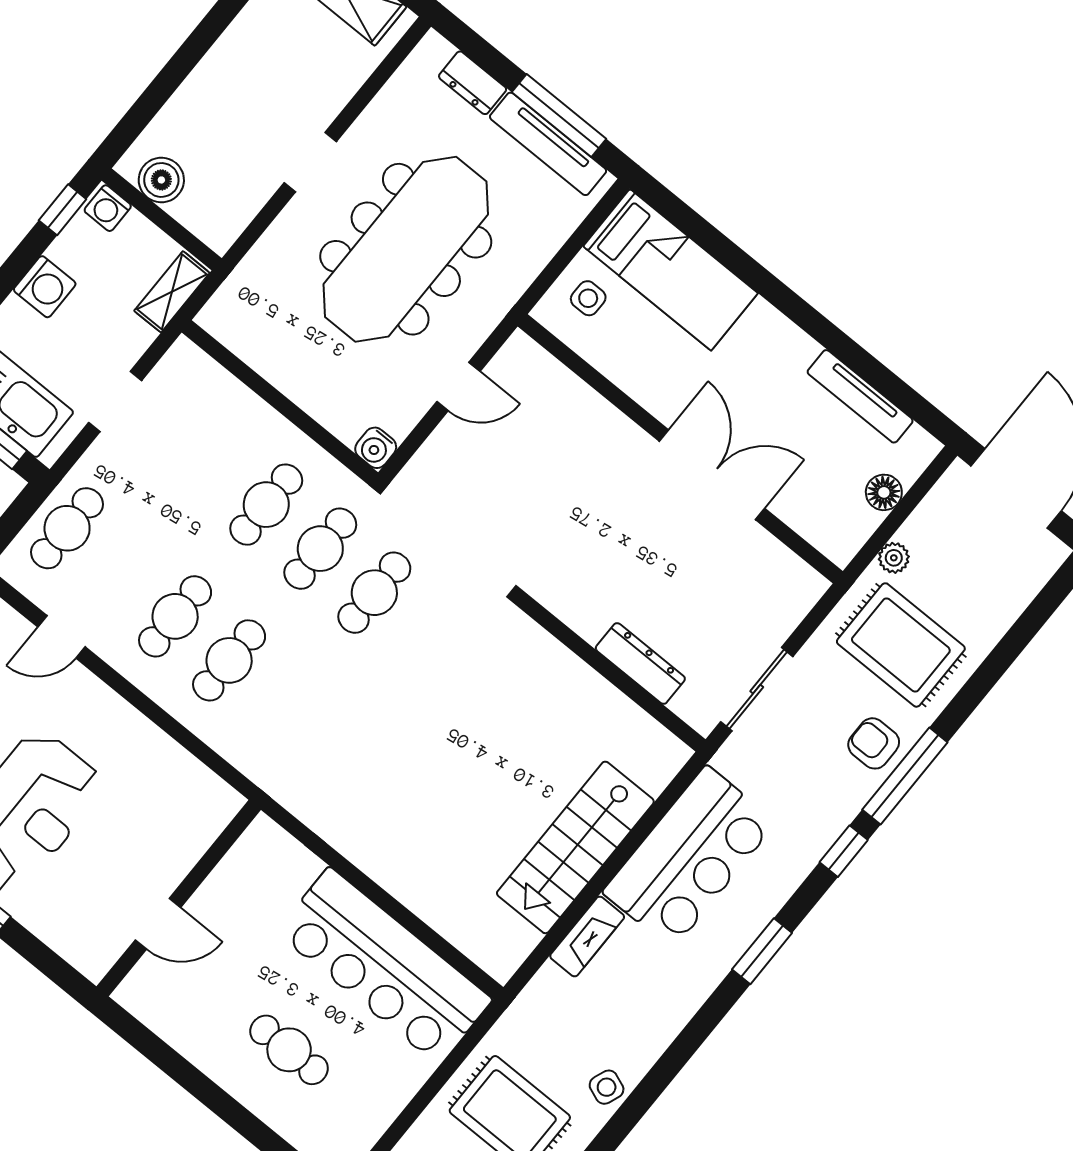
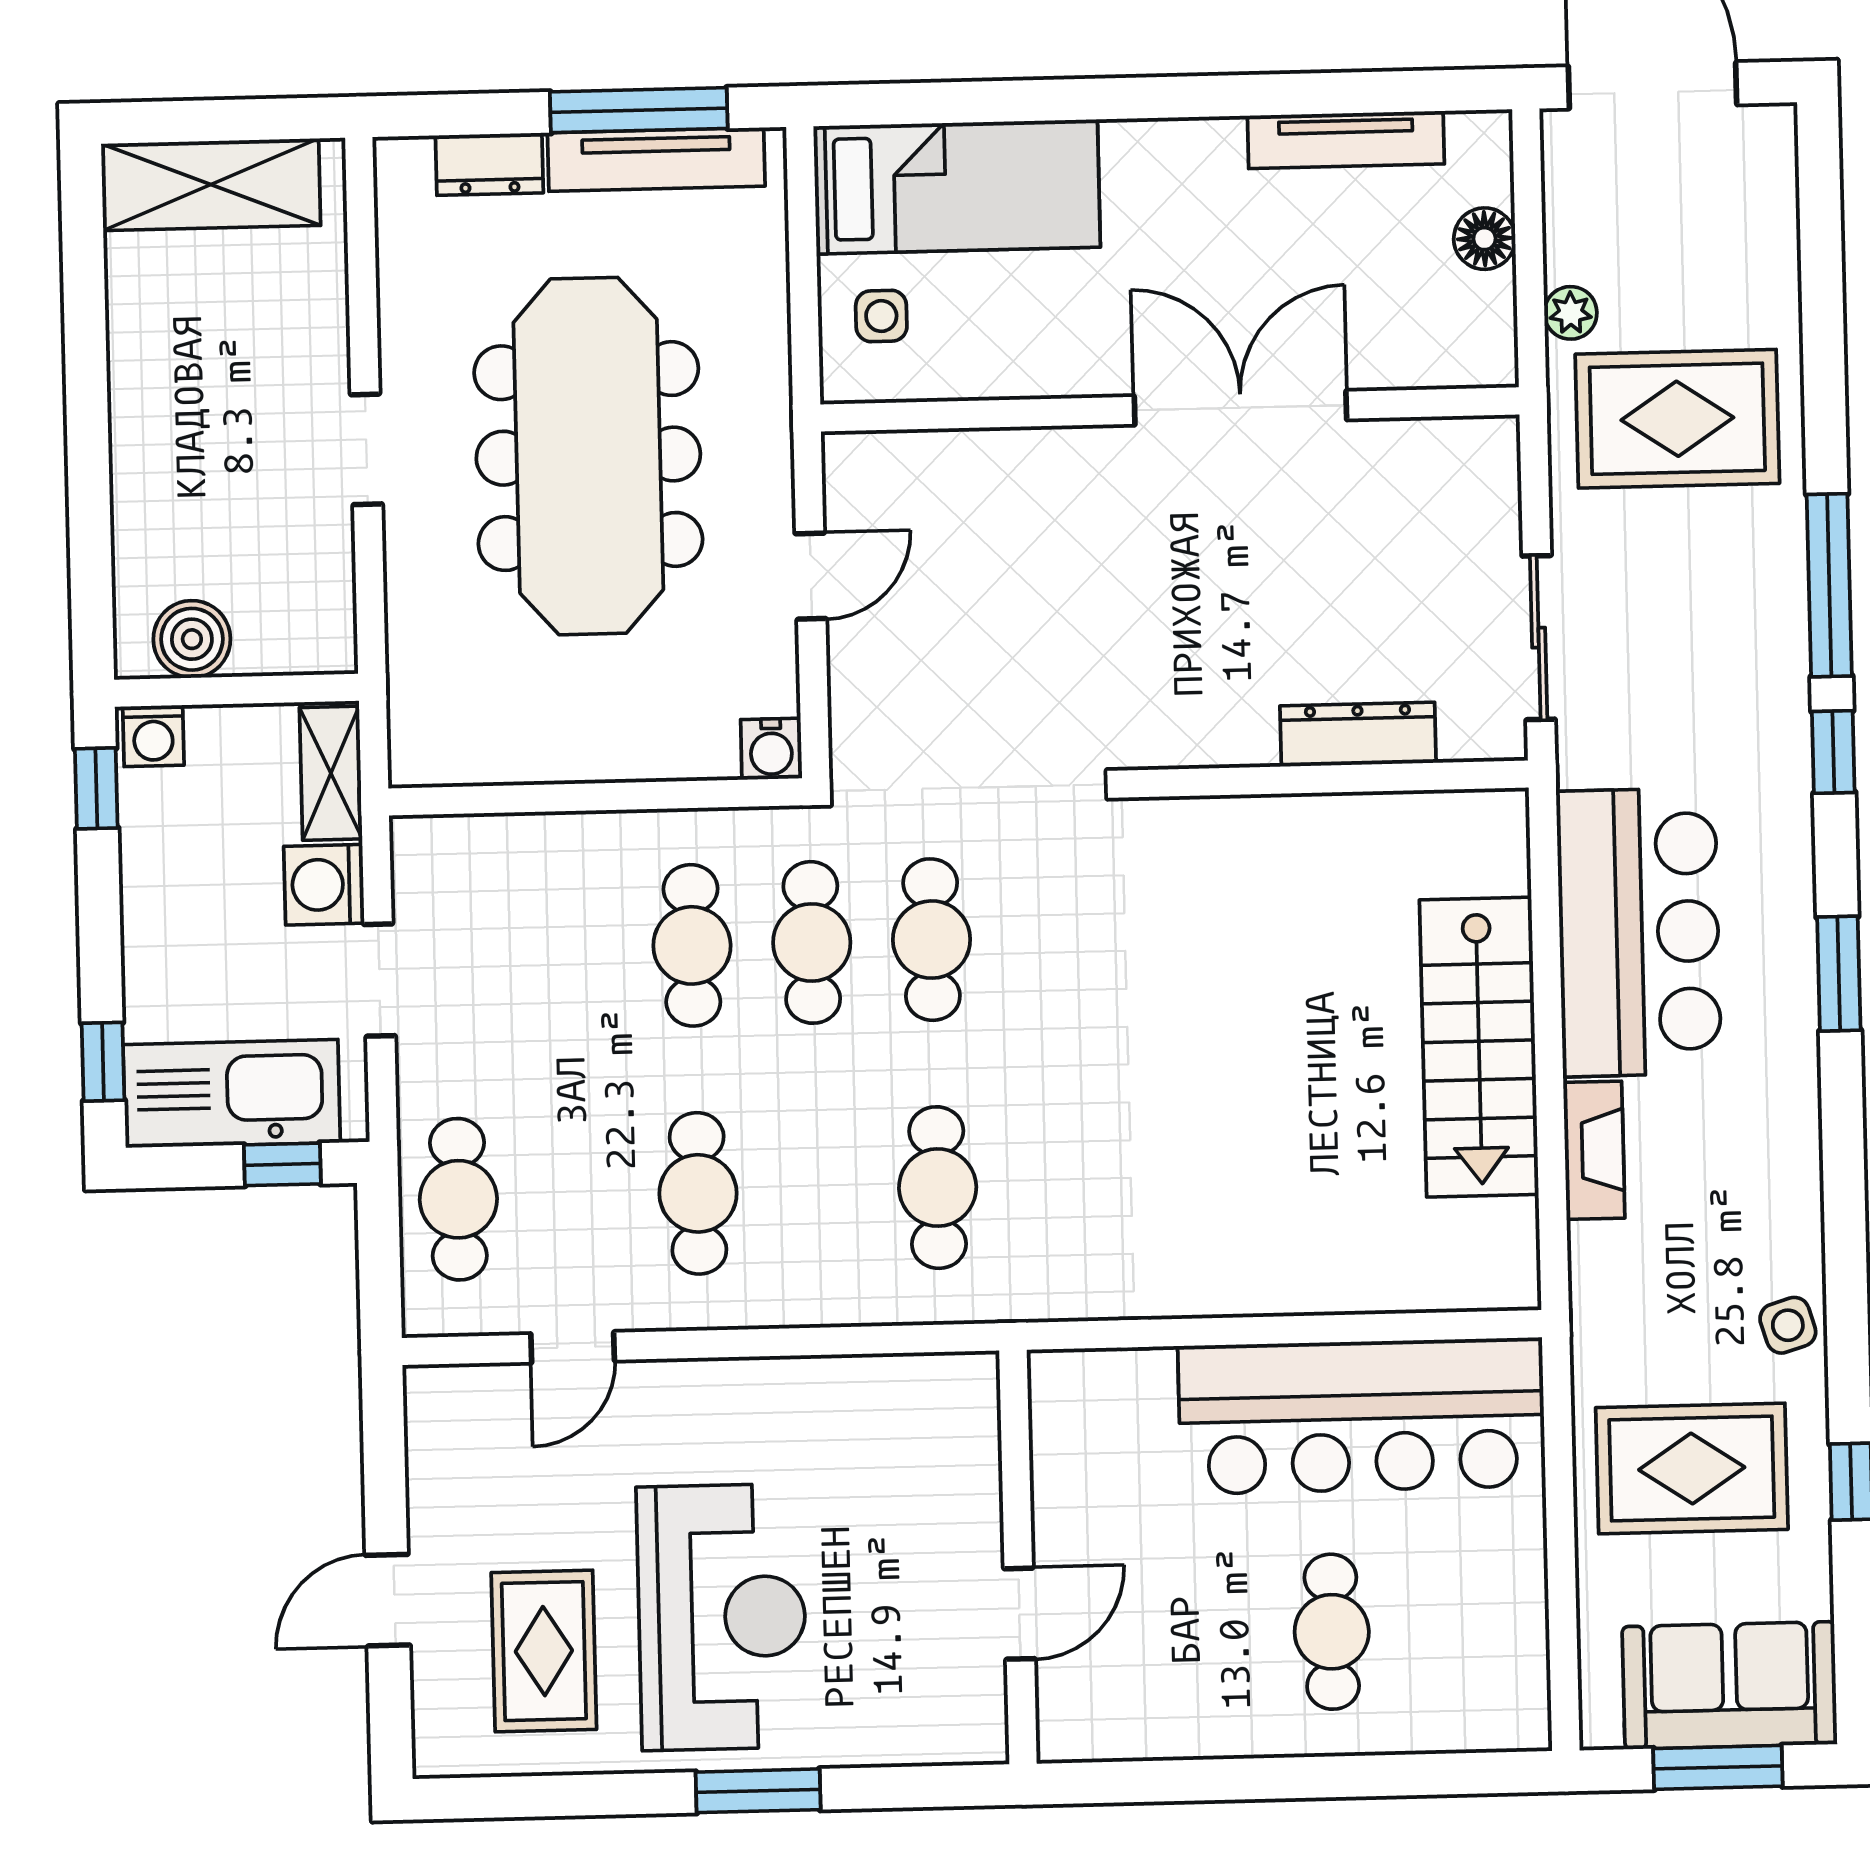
washing machine: (45, 287) -> (324, 885), moved, turned 180
cafe table: (229, 660) -> (938, 1188), moved
armchair: (874, 743) -> (1752, 578), removed
cafe table: (289, 1050) -> (1332, 1632), turned 90
side table: (607, 1087) -> (1788, 1325), turned -38

